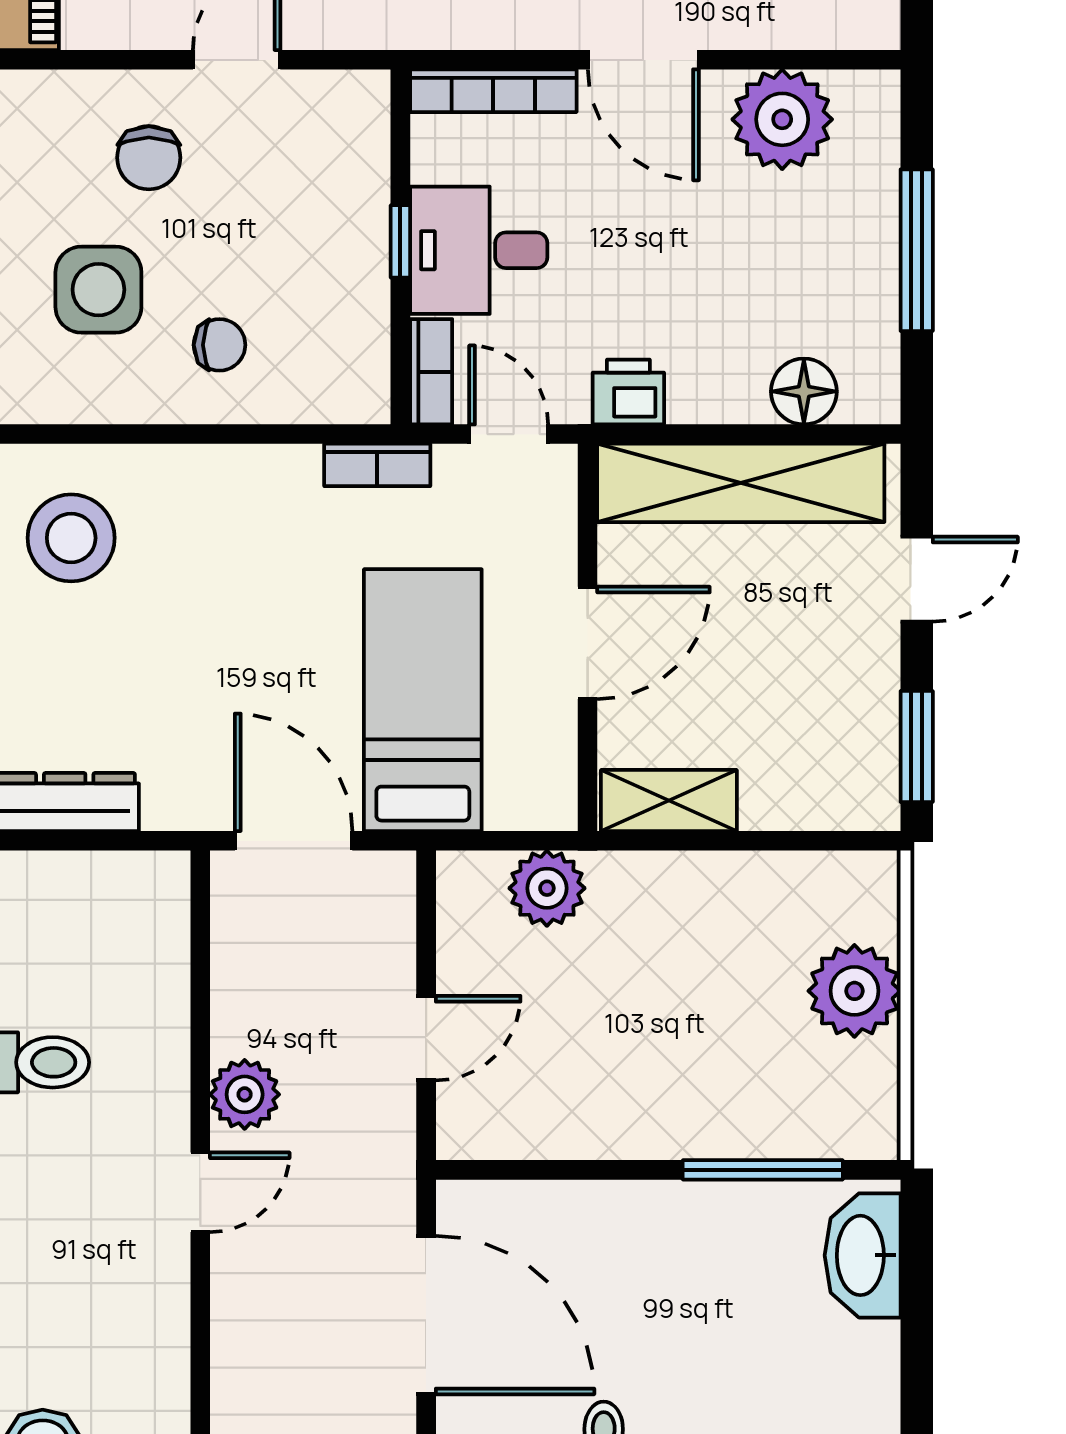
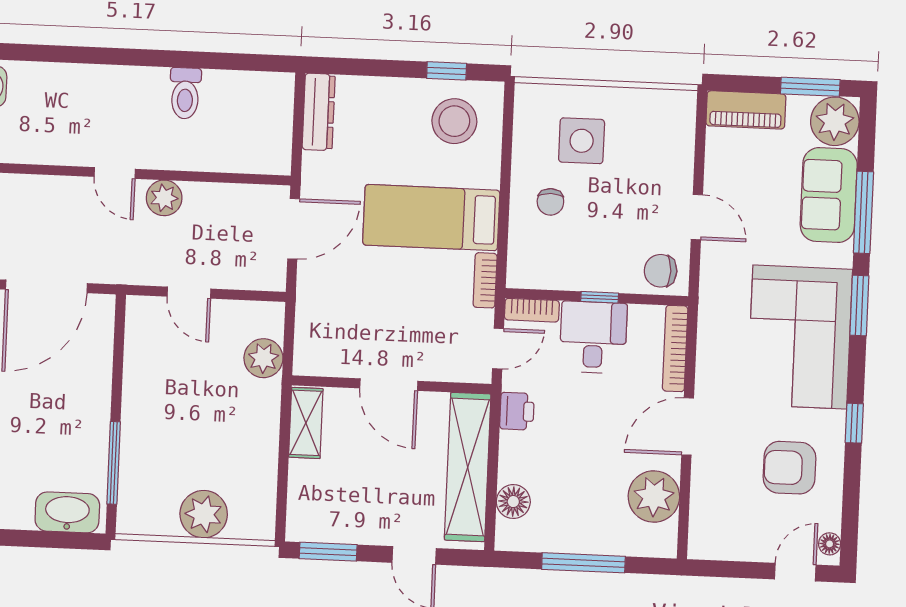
chair: (149, 158) -> (661, 271), moved
bed: (423, 700) -> (431, 218), moved, turned 180

